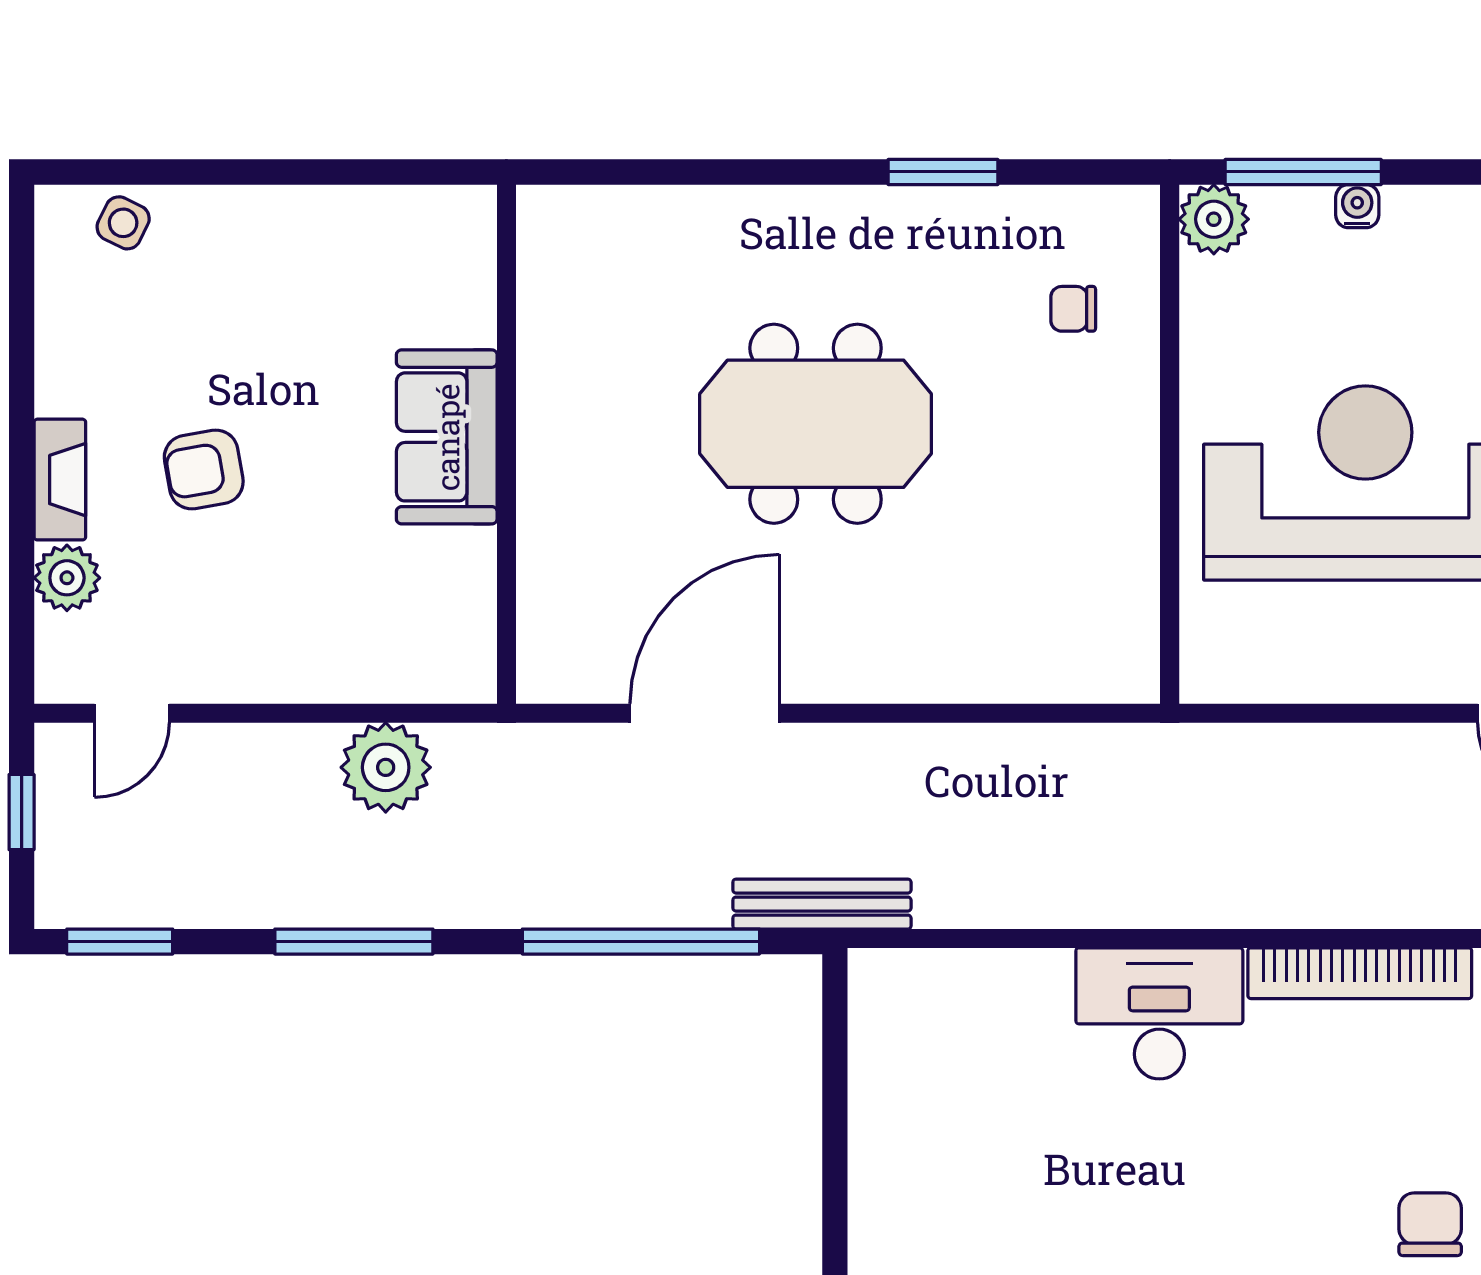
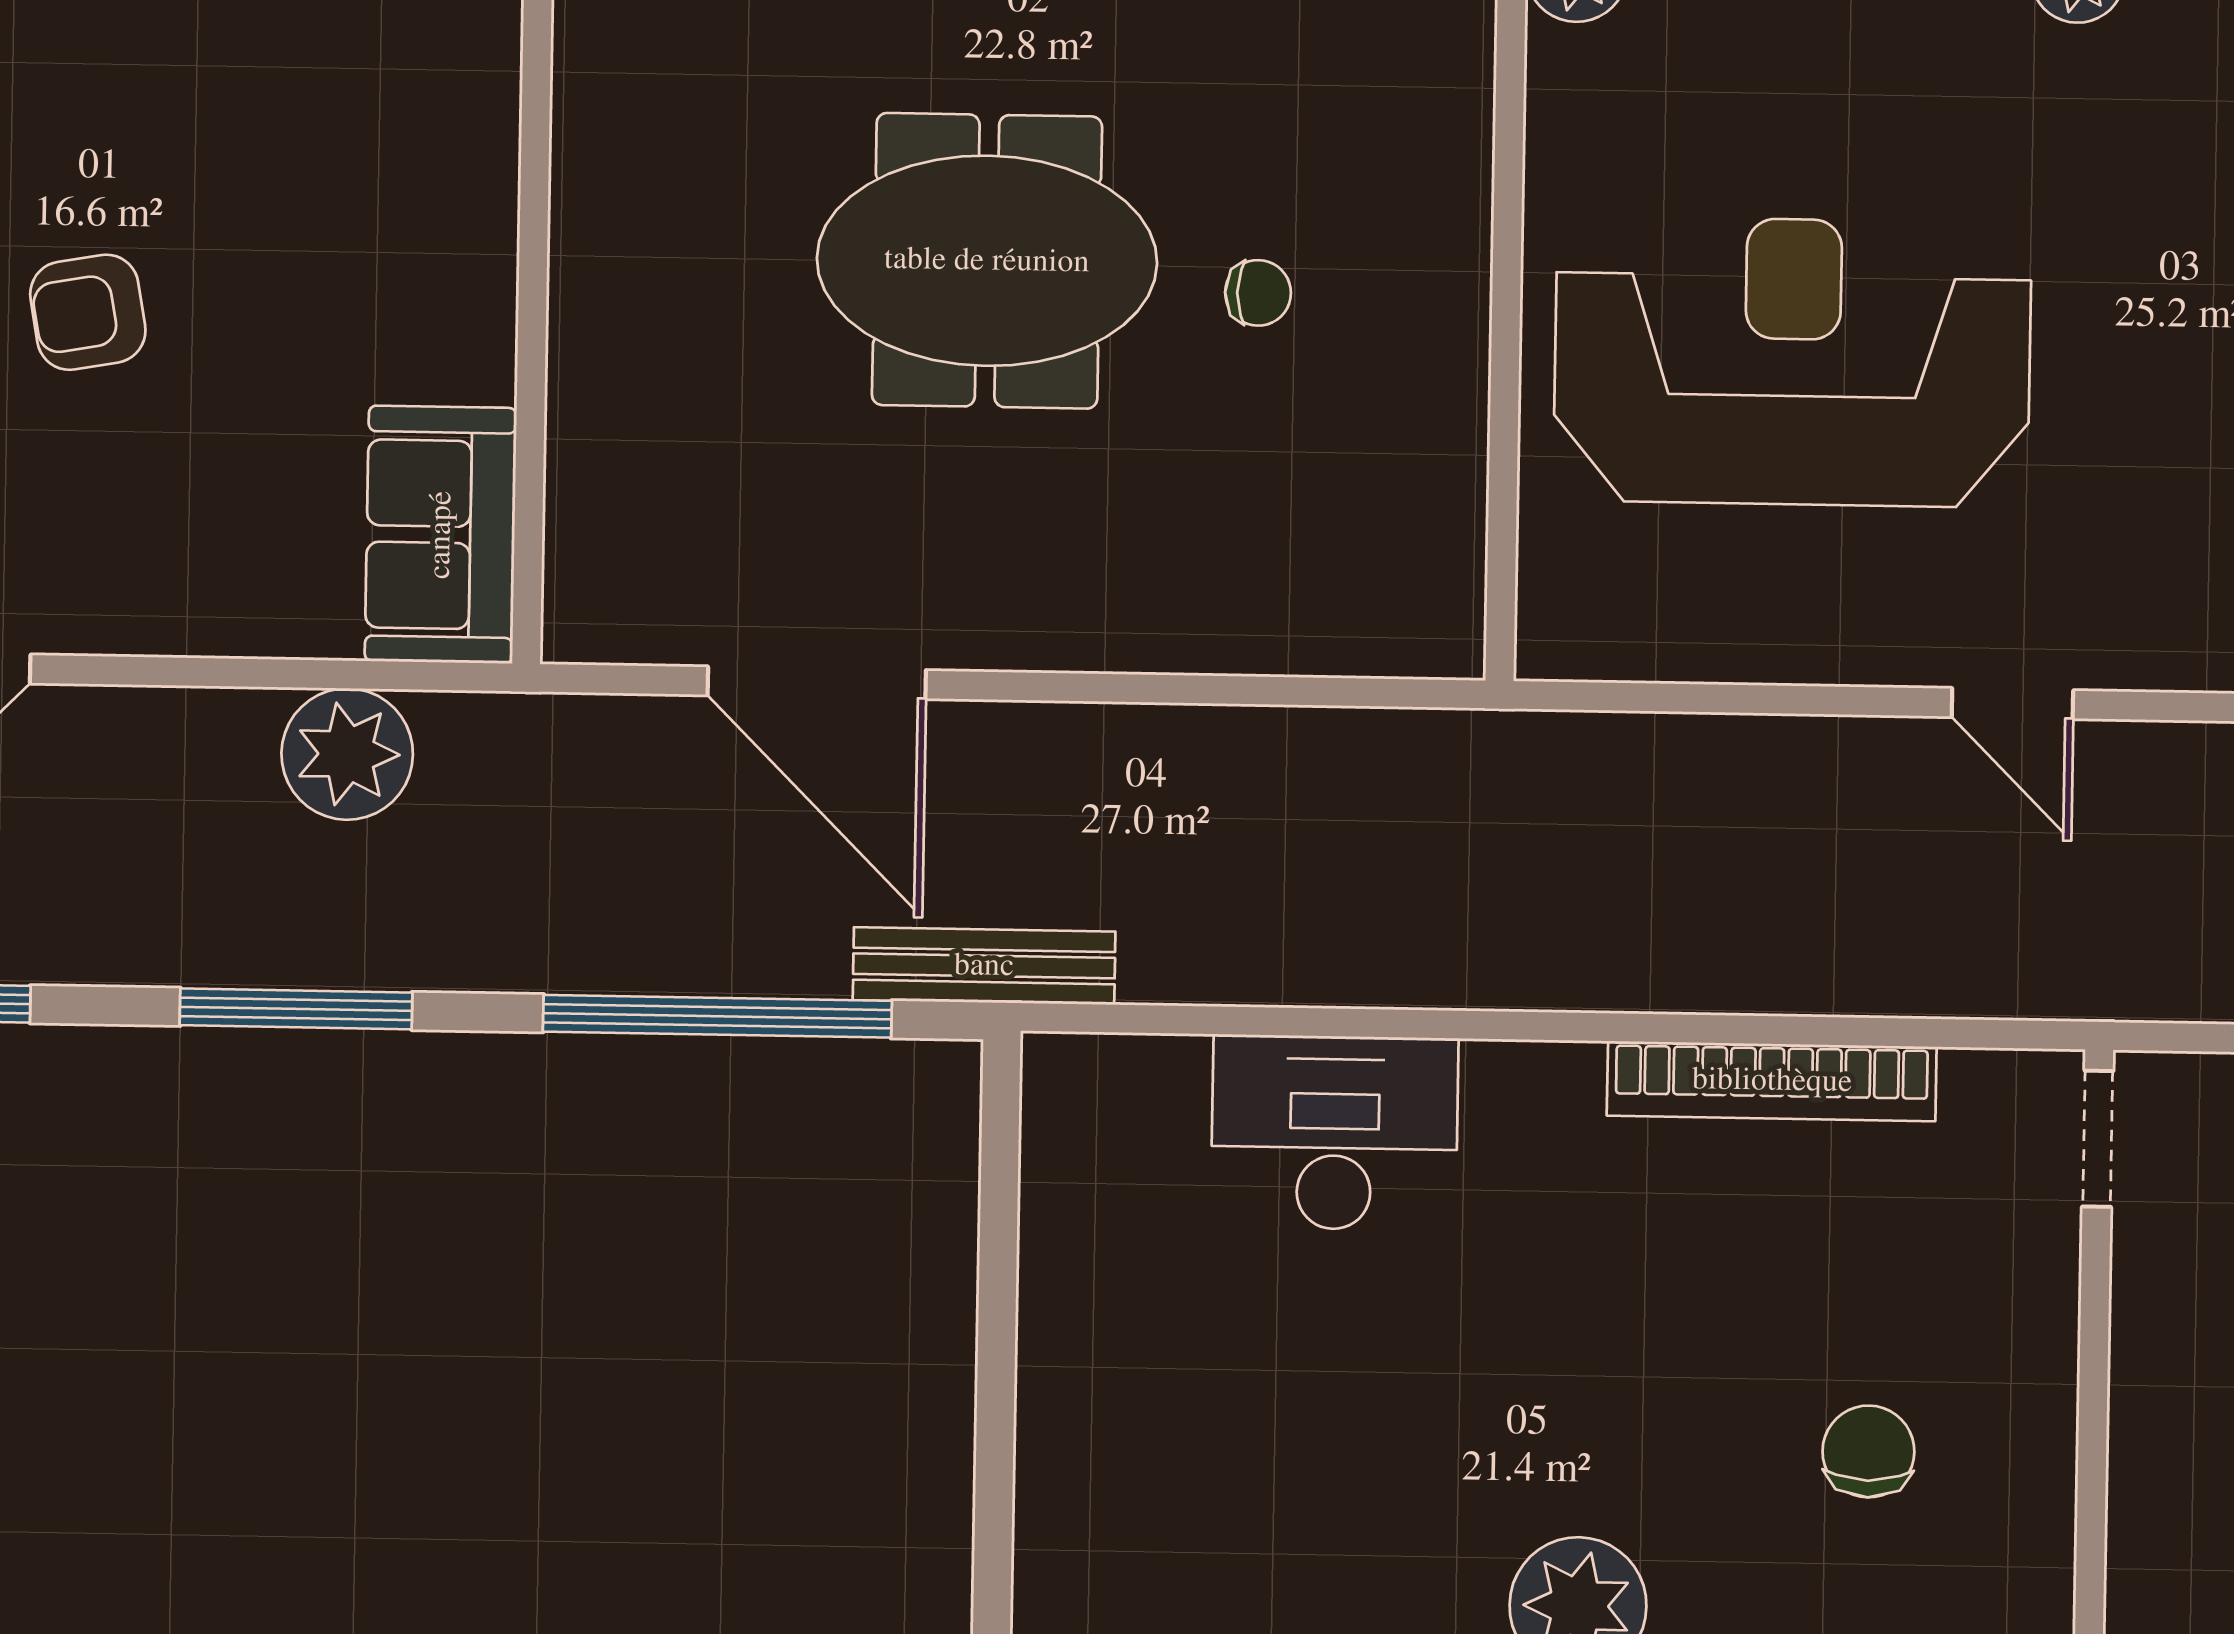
chair: (1073, 309) -> (1258, 293), moved, turned 180
sofa: (447, 437) -> (441, 535), moved
door: (705, 713) -> (817, 683), swing flipped
desk: (1159, 1013) -> (1335, 1133), moved

